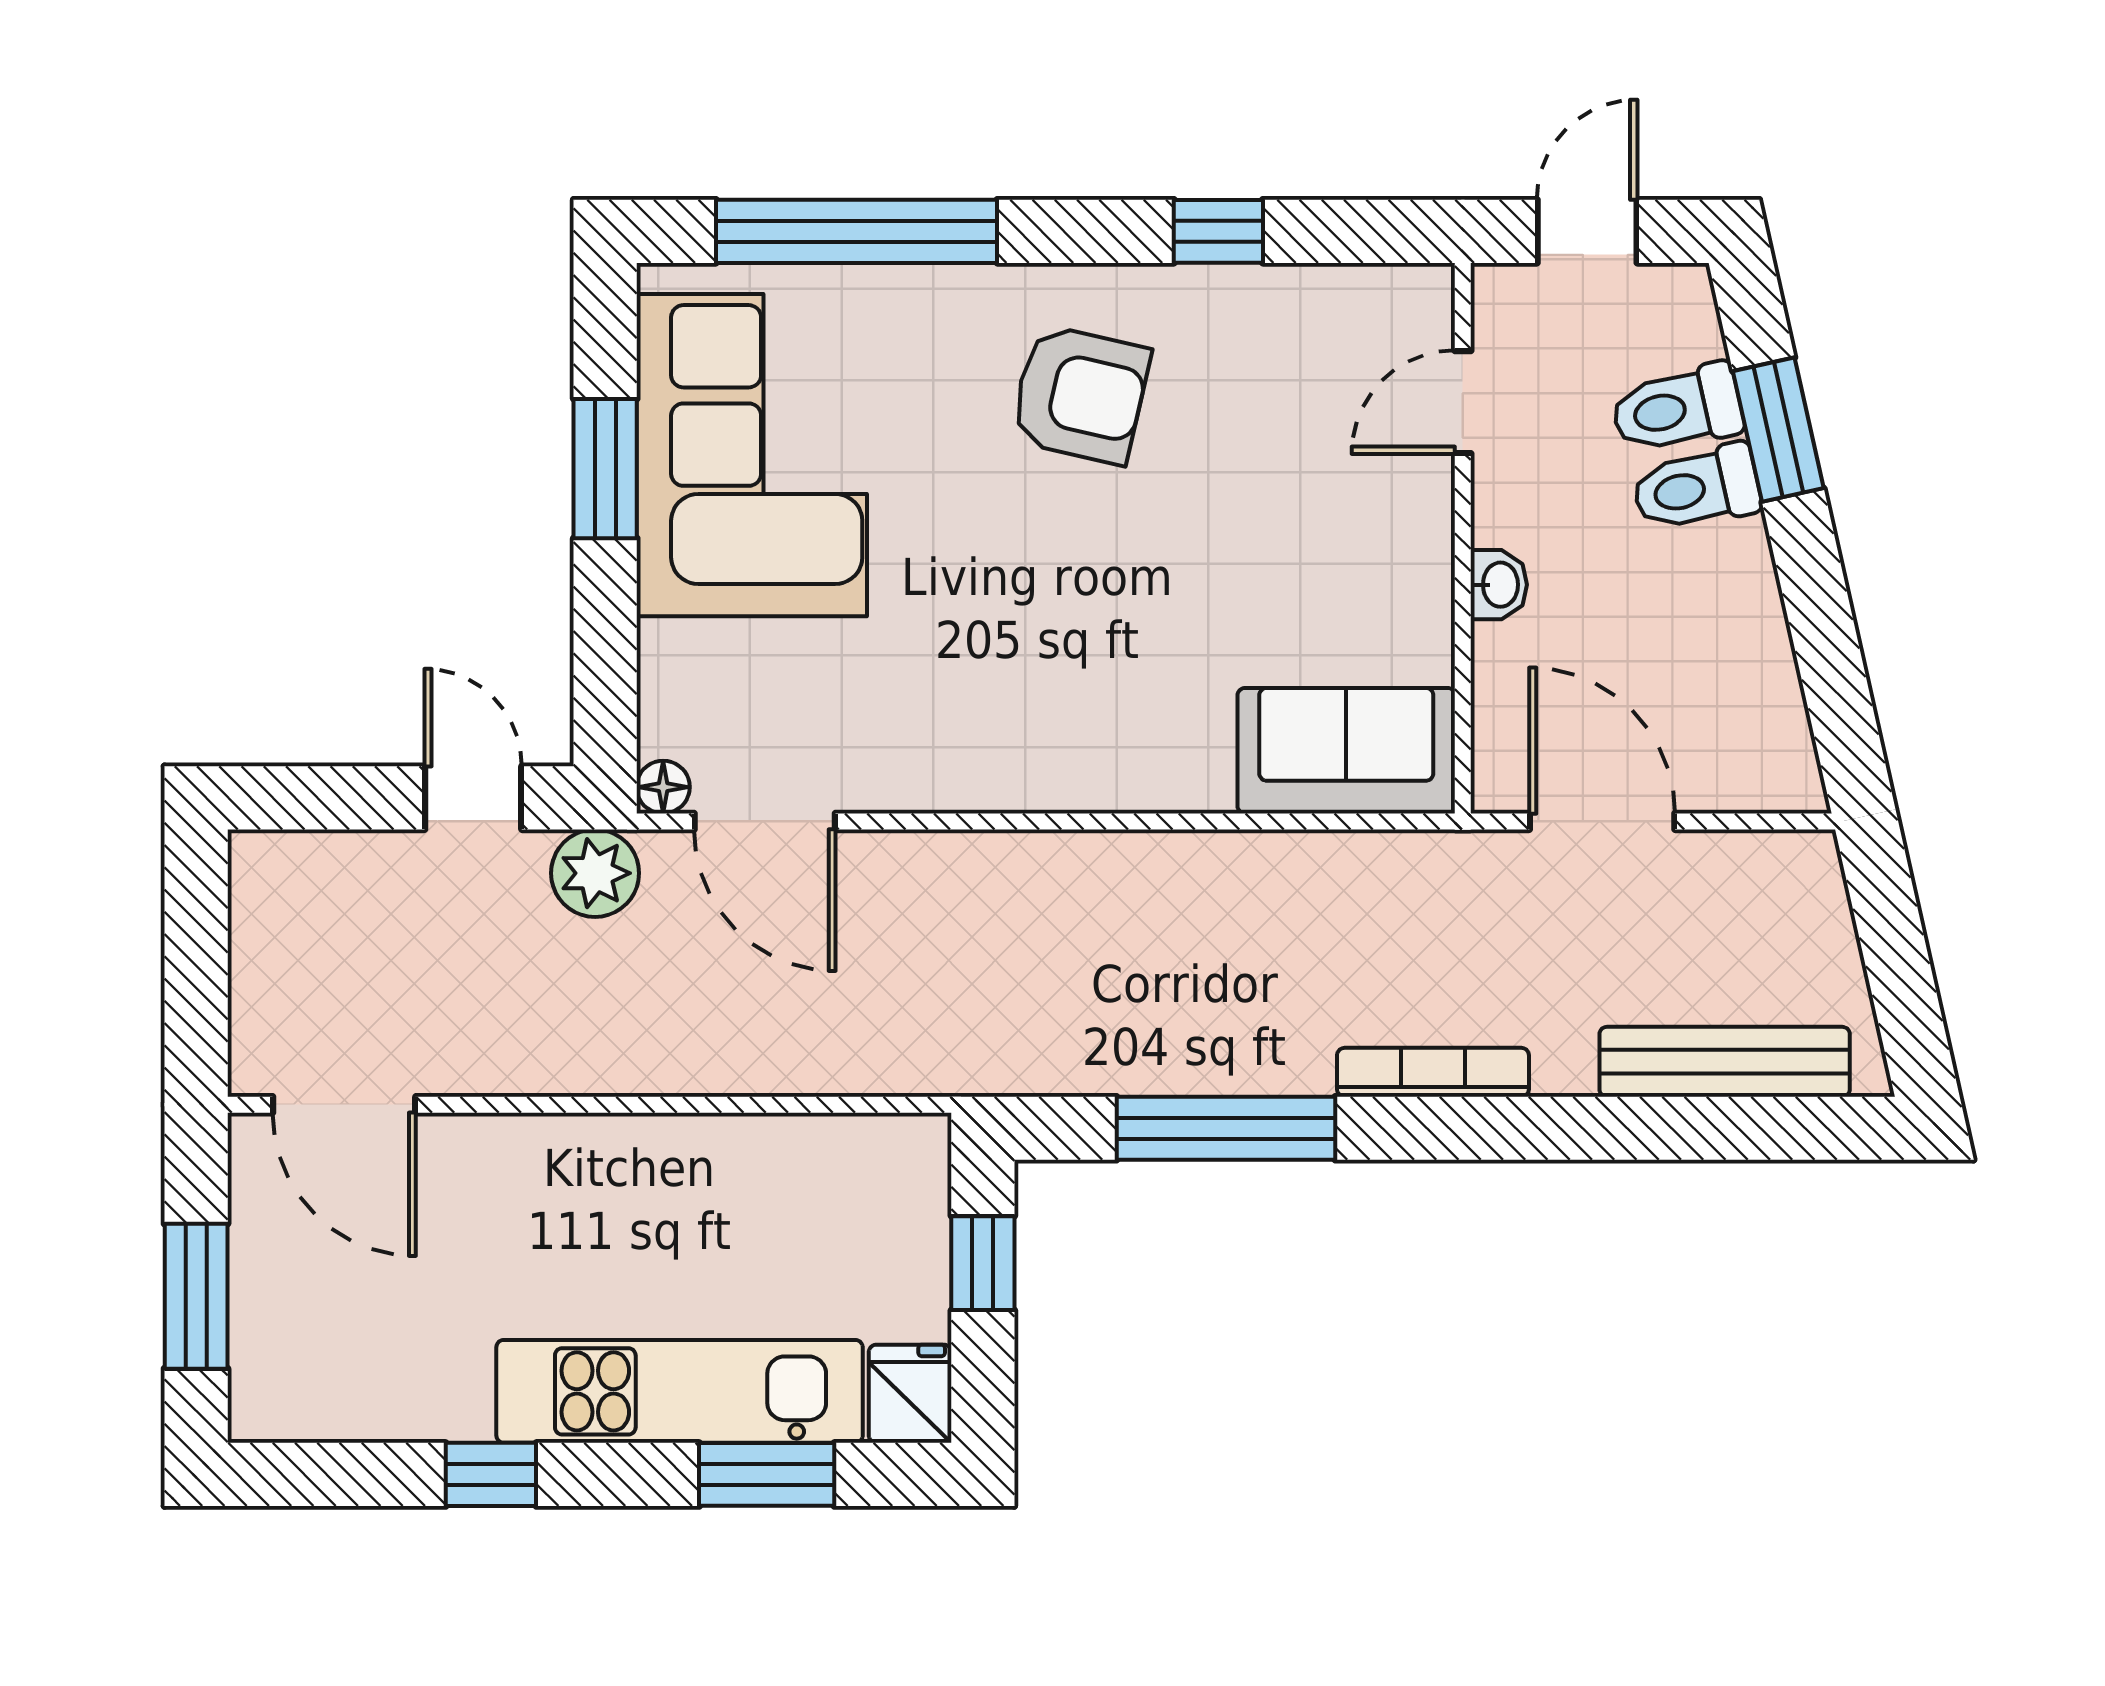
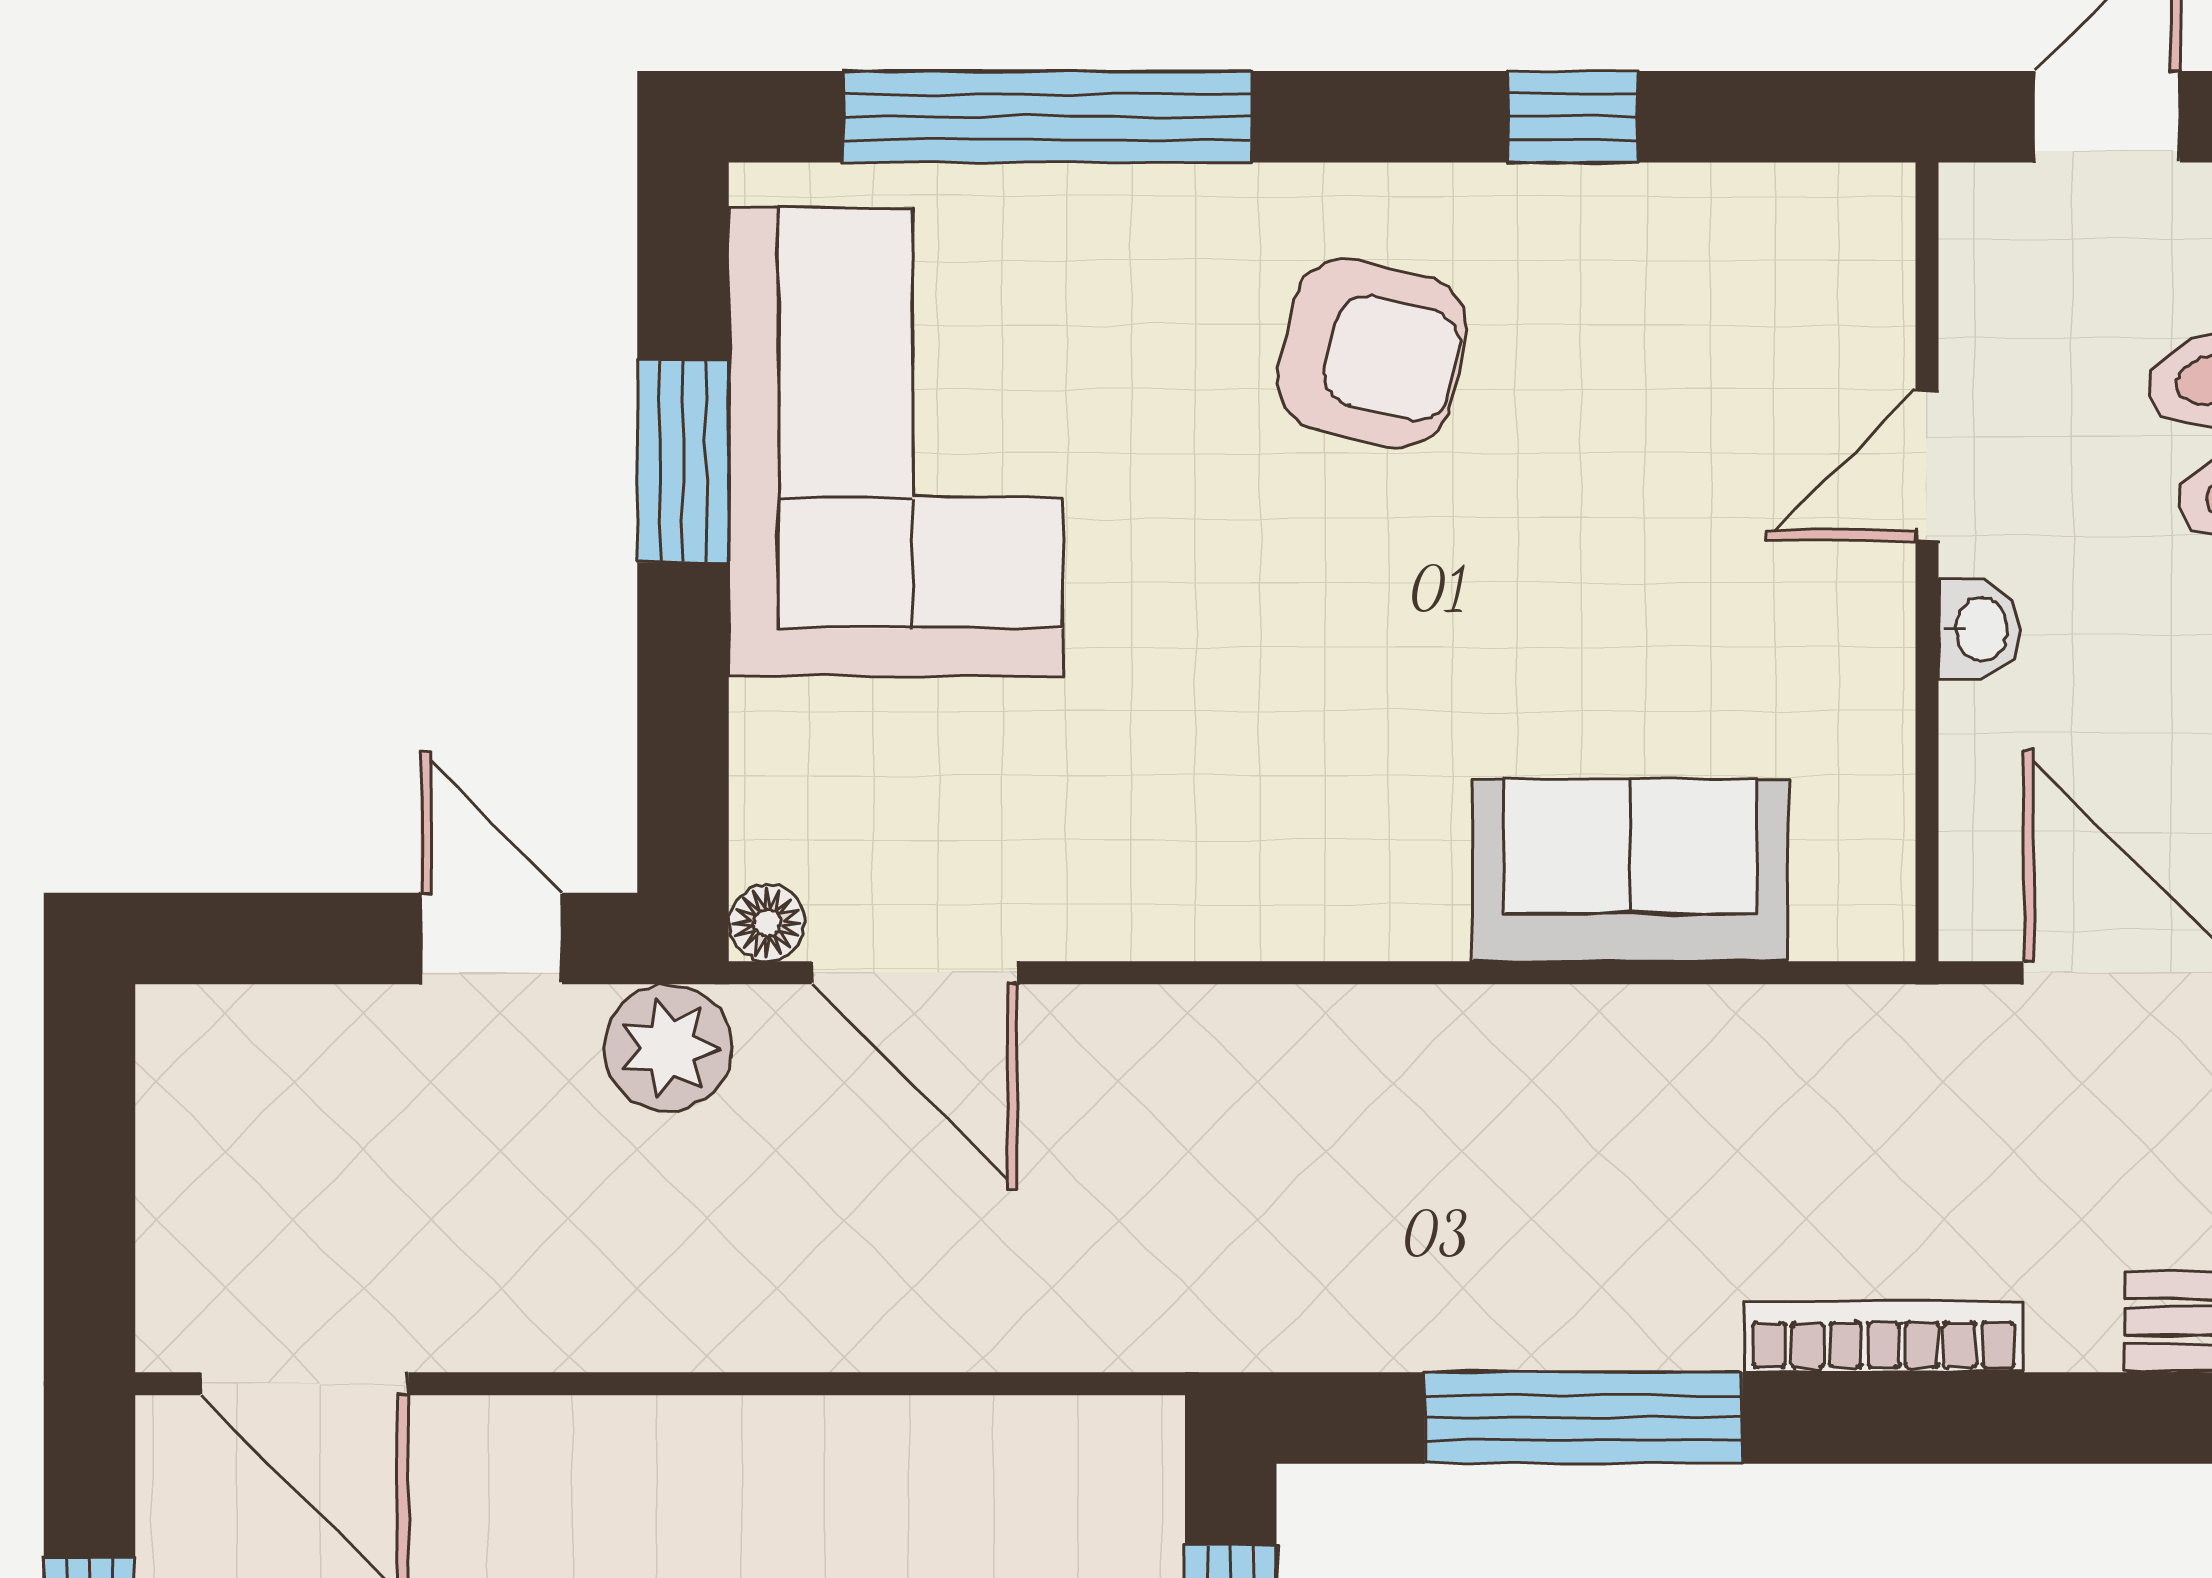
door: (1463, 402) -> (1927, 466), moved
sofa: (1346, 751) -> (1630, 870), moved

